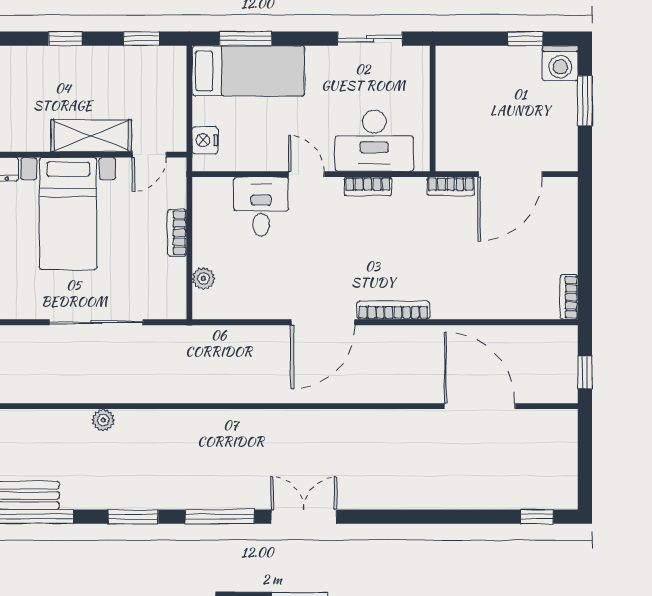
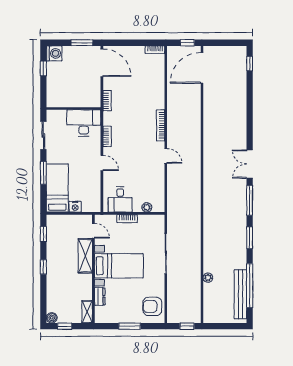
window: (246, 39) -> (43, 173), moved
window: (585, 101) -> (82, 43), moved
nightstand: (205, 140) -> (75, 207), moved
desk: (374, 141) -> (84, 123), moved, turned -90
door: (306, 174) -> (102, 163), swing flipped
door: (510, 174) -> (102, 63), moved
desk: (261, 206) -> (120, 199), moved, turned -90
door: (323, 322) -> (166, 156), width x0.53
door: (480, 406) -> (202, 68), moved
plant: (103, 420) -> (208, 278), moved

